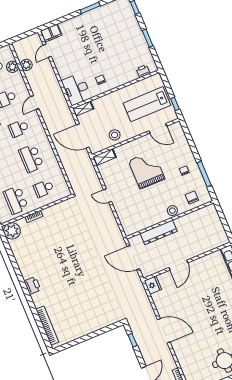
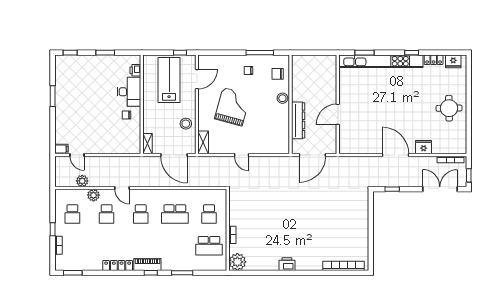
filing cabinet: (51, 33) -> (61, 149), width x0.50
plant: (12, 67) -> (93, 195), moved
desk: (76, 89) -> (129, 92), moved, turned -90
lab bench: (147, 104) -> (169, 80), turned 180
door: (83, 136) -> (174, 155), hinge flipped
grand piano: (147, 170) -> (232, 107), turned 105
door: (108, 196) -> (242, 155), hinge flipped
door: (178, 265) -> (338, 114), swing flipped
printer: (32, 285) -> (287, 264), moved
fridge: (153, 285) -> (424, 147), moved
door: (164, 331) -> (395, 155), hinge flipped

